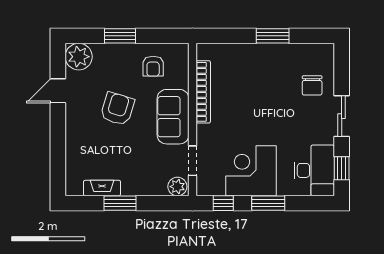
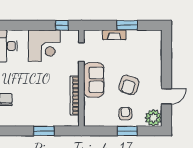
window: (273, 36) -> (44, 131), moved
armchair: (153, 66) -> (125, 114), moved
plant: (177, 187) -> (91, 36), removed
fireplace: (102, 188) -> (114, 35), moved
window: (268, 203) -> (34, 25), removed

